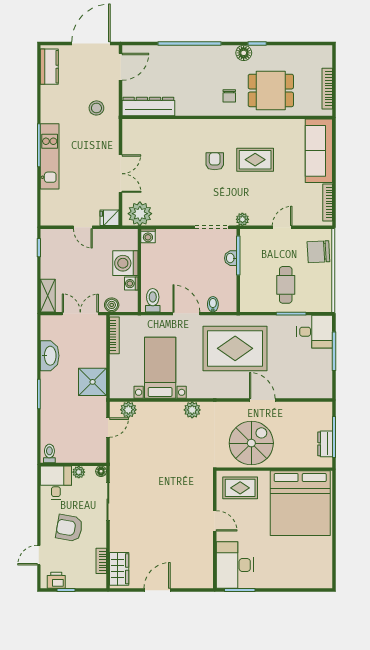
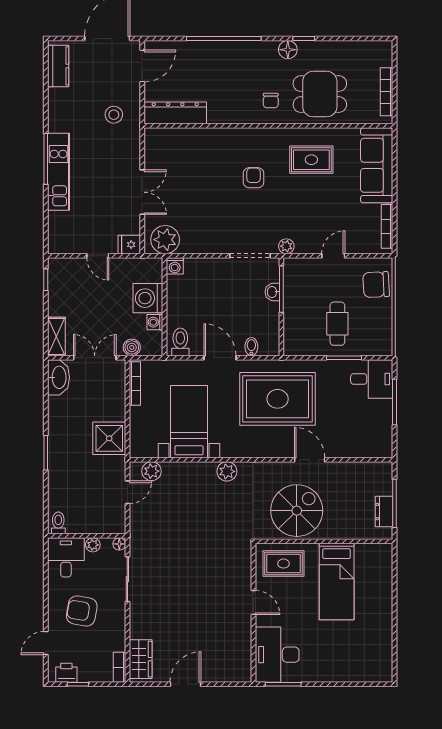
rug: (255, 160) -> (311, 160), moved
washbasin: (50, 356) -> (58, 377), moved
bed: (300, 503) -> (337, 582), width x0.49
bookcase: (101, 561) -> (120, 667), moved

